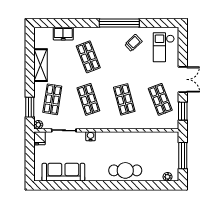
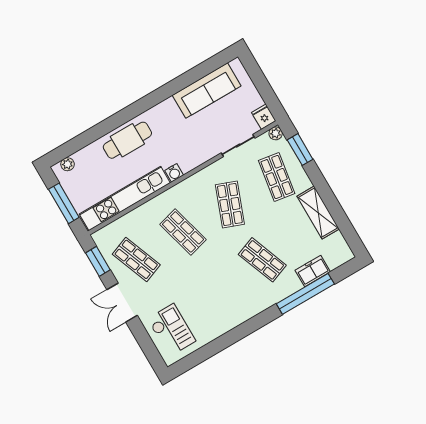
window: (119, 23) -> (305, 294), moved
trolley: (133, 43) -> (214, 312), removed
shop shelf: (88, 99) -> (230, 204), turned 39
water cooler: (91, 136) -> (174, 173), moved
kitchen unit: (146, 138) -> (125, 198), added

